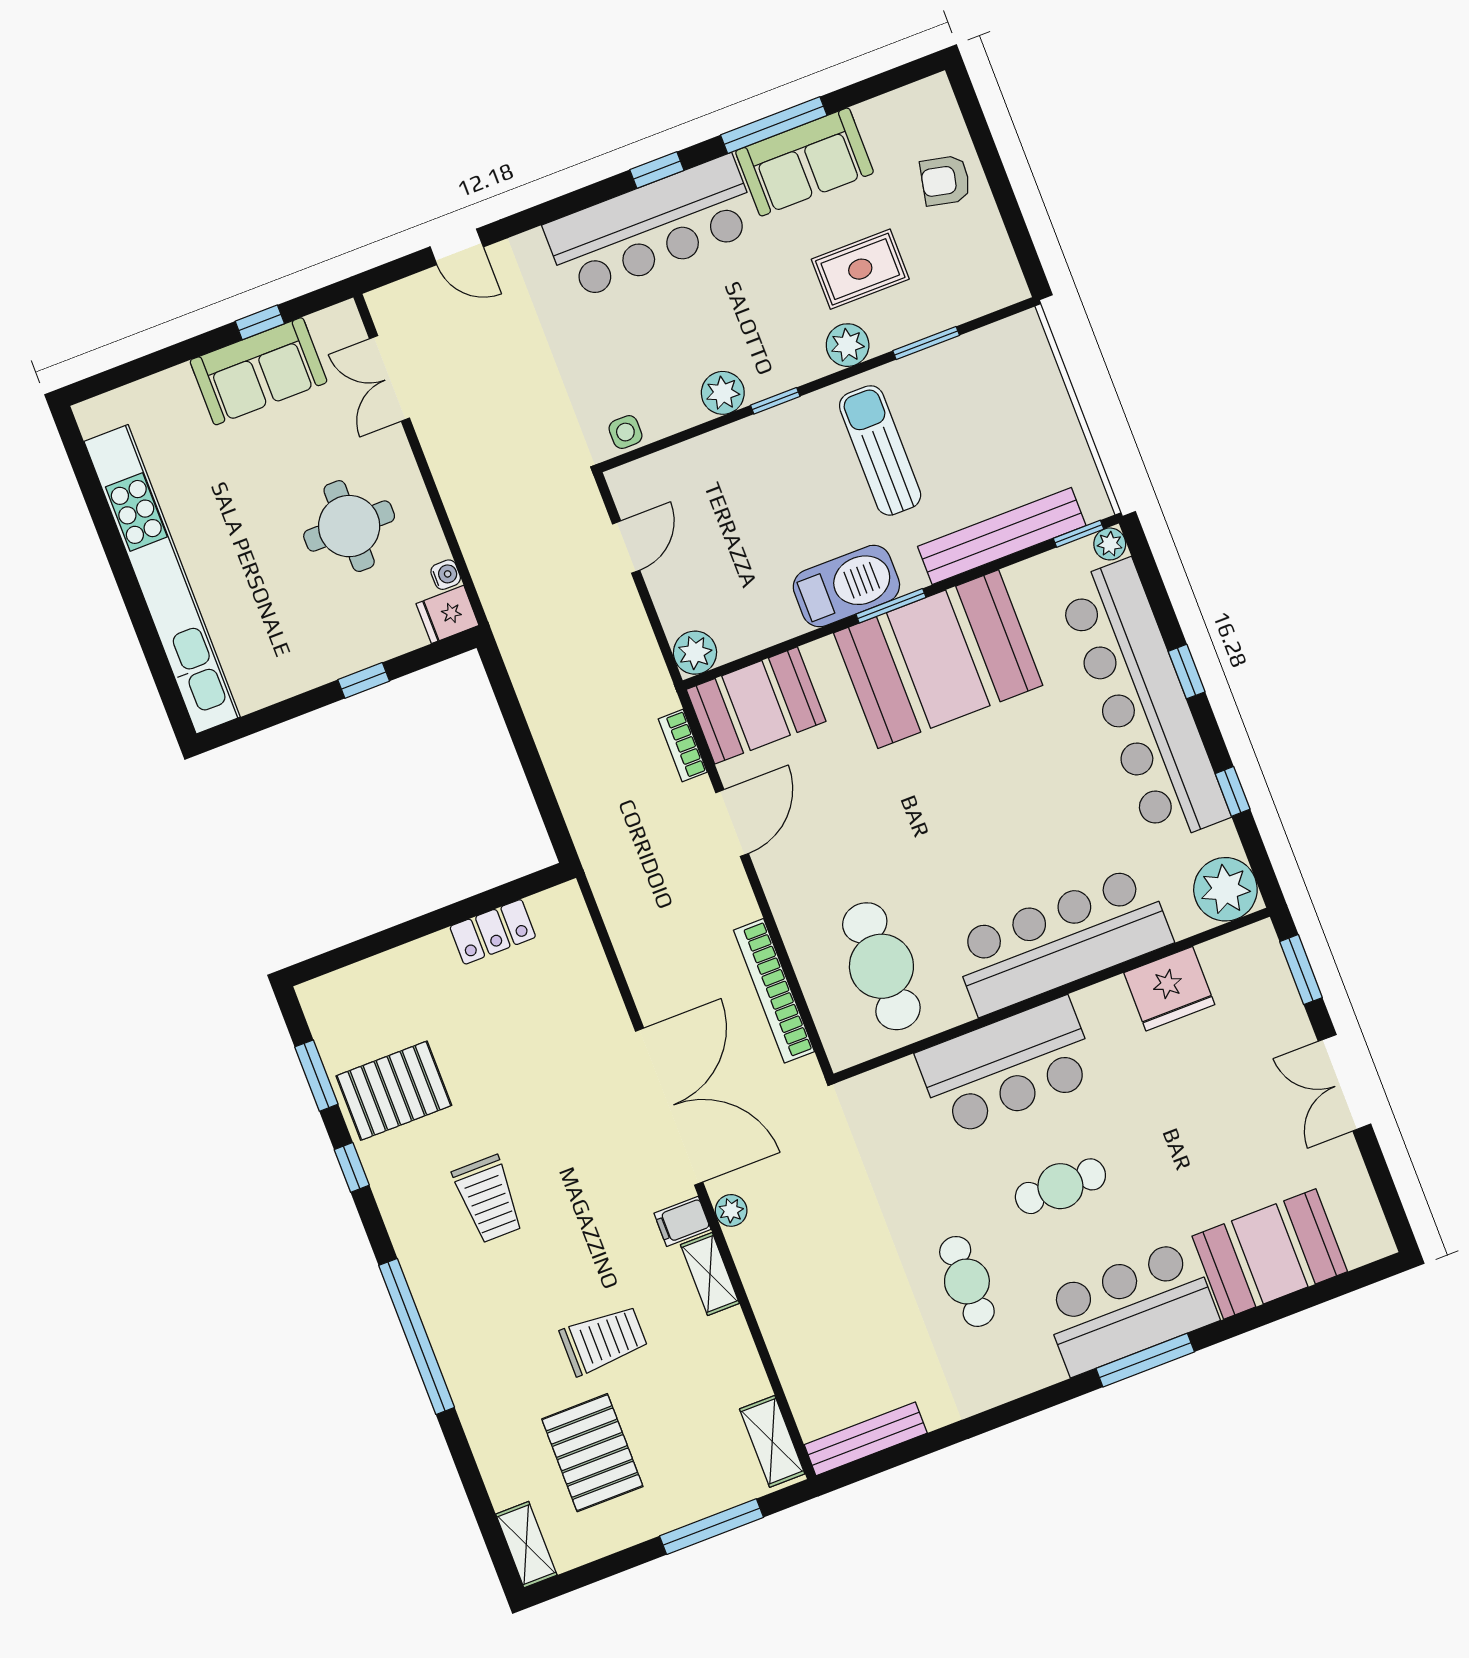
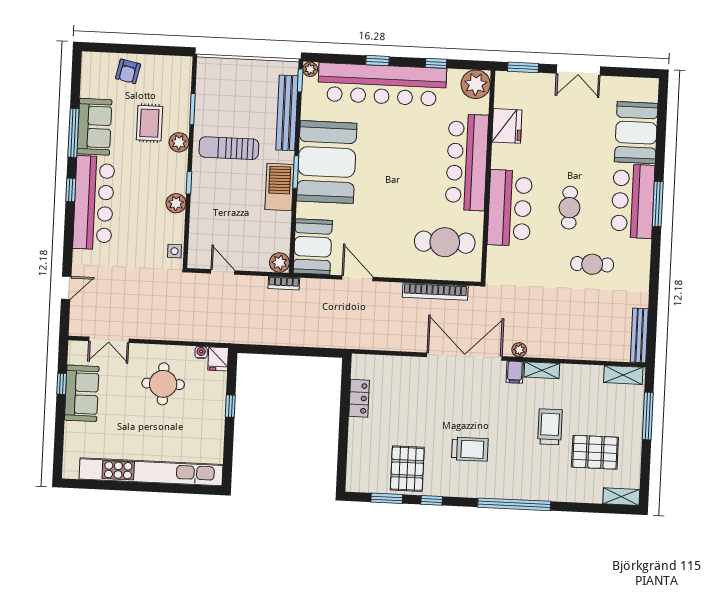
bookcase: (683, 746) -> (284, 283), moved

